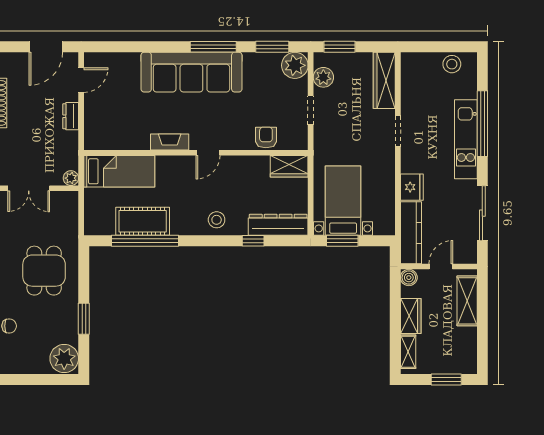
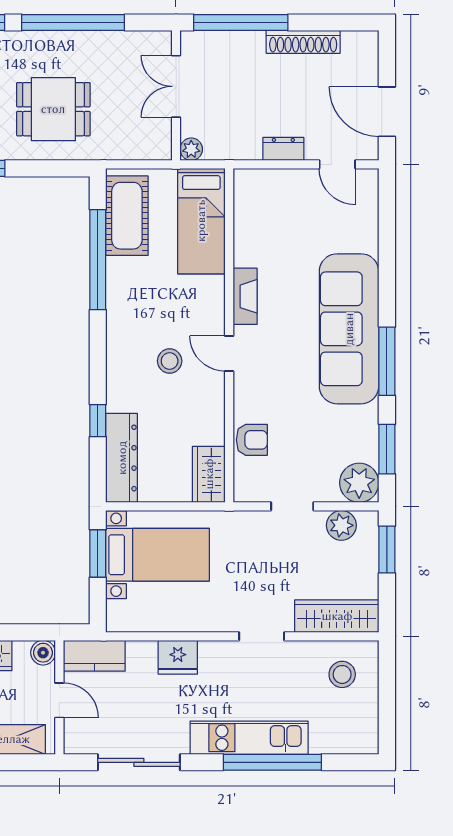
stool: (452, 64) -> (342, 674), moved
stool: (217, 220) -> (170, 361), moved
cot: (143, 221) -> (127, 216), moved
kitchen counter: (411, 233) -> (94, 656), width x0.67

